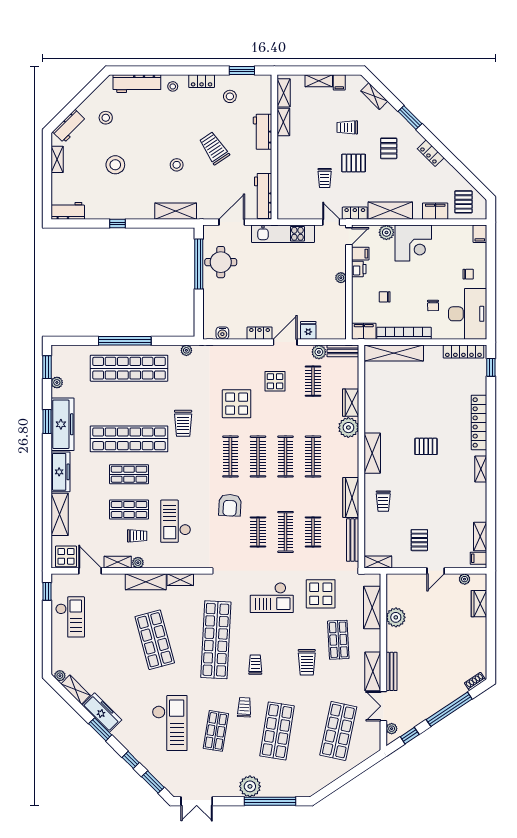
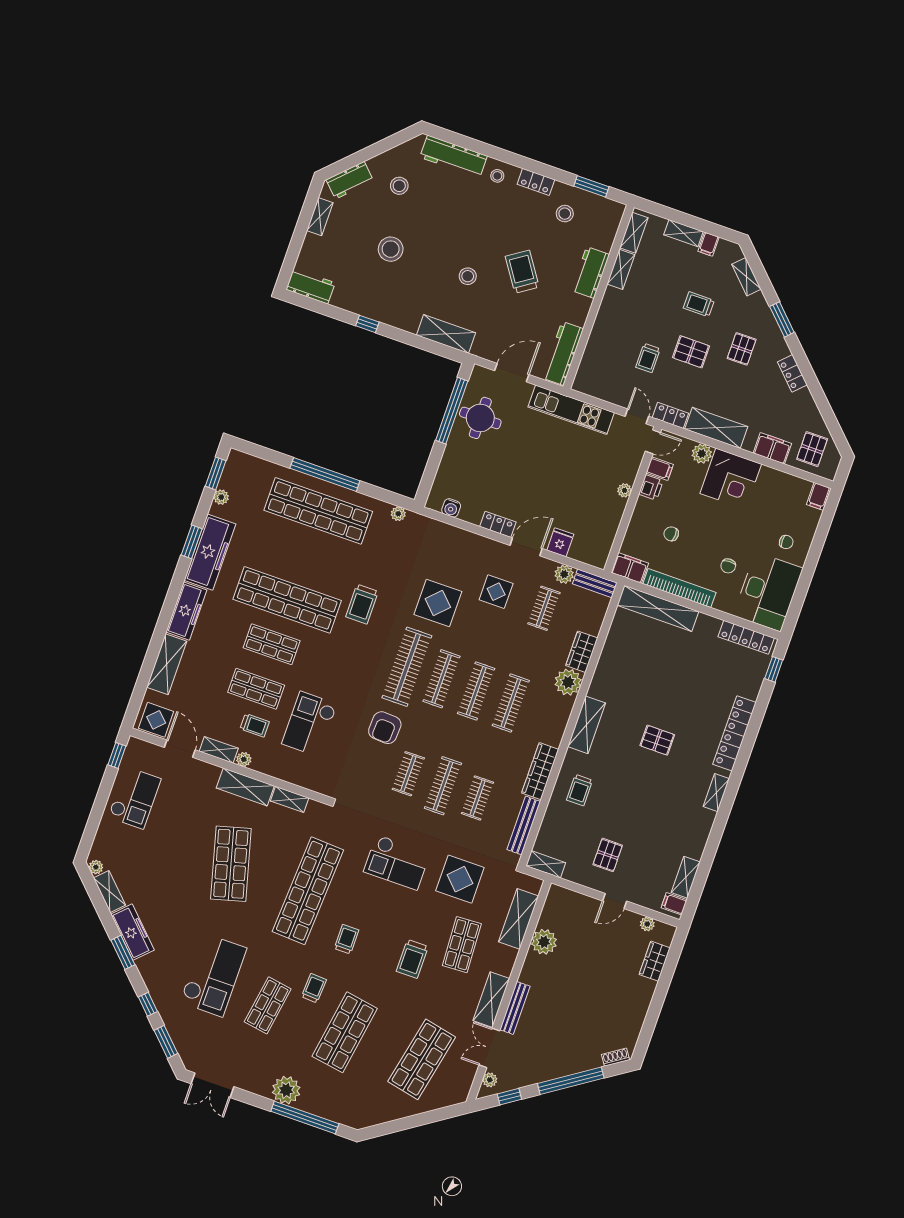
clothes rail: (230, 457) -> (407, 667), width x1.37, depth x1.31

